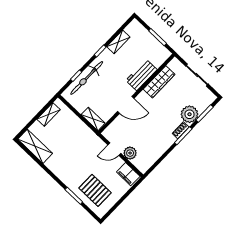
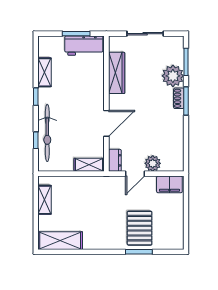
workbench: (141, 75) -> (84, 46), moved, turned -90
dresser: (110, 131) -> (115, 160), added
pallet: (95, 190) -> (140, 228), moved, turned 90

